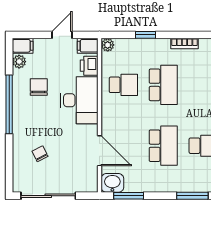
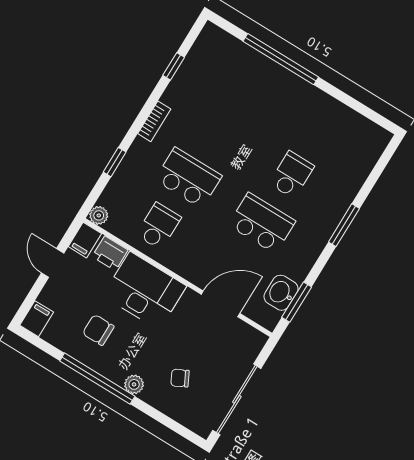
plant: (19, 62) -> (134, 384), moved
washbasin: (112, 183) -> (281, 293), moved

